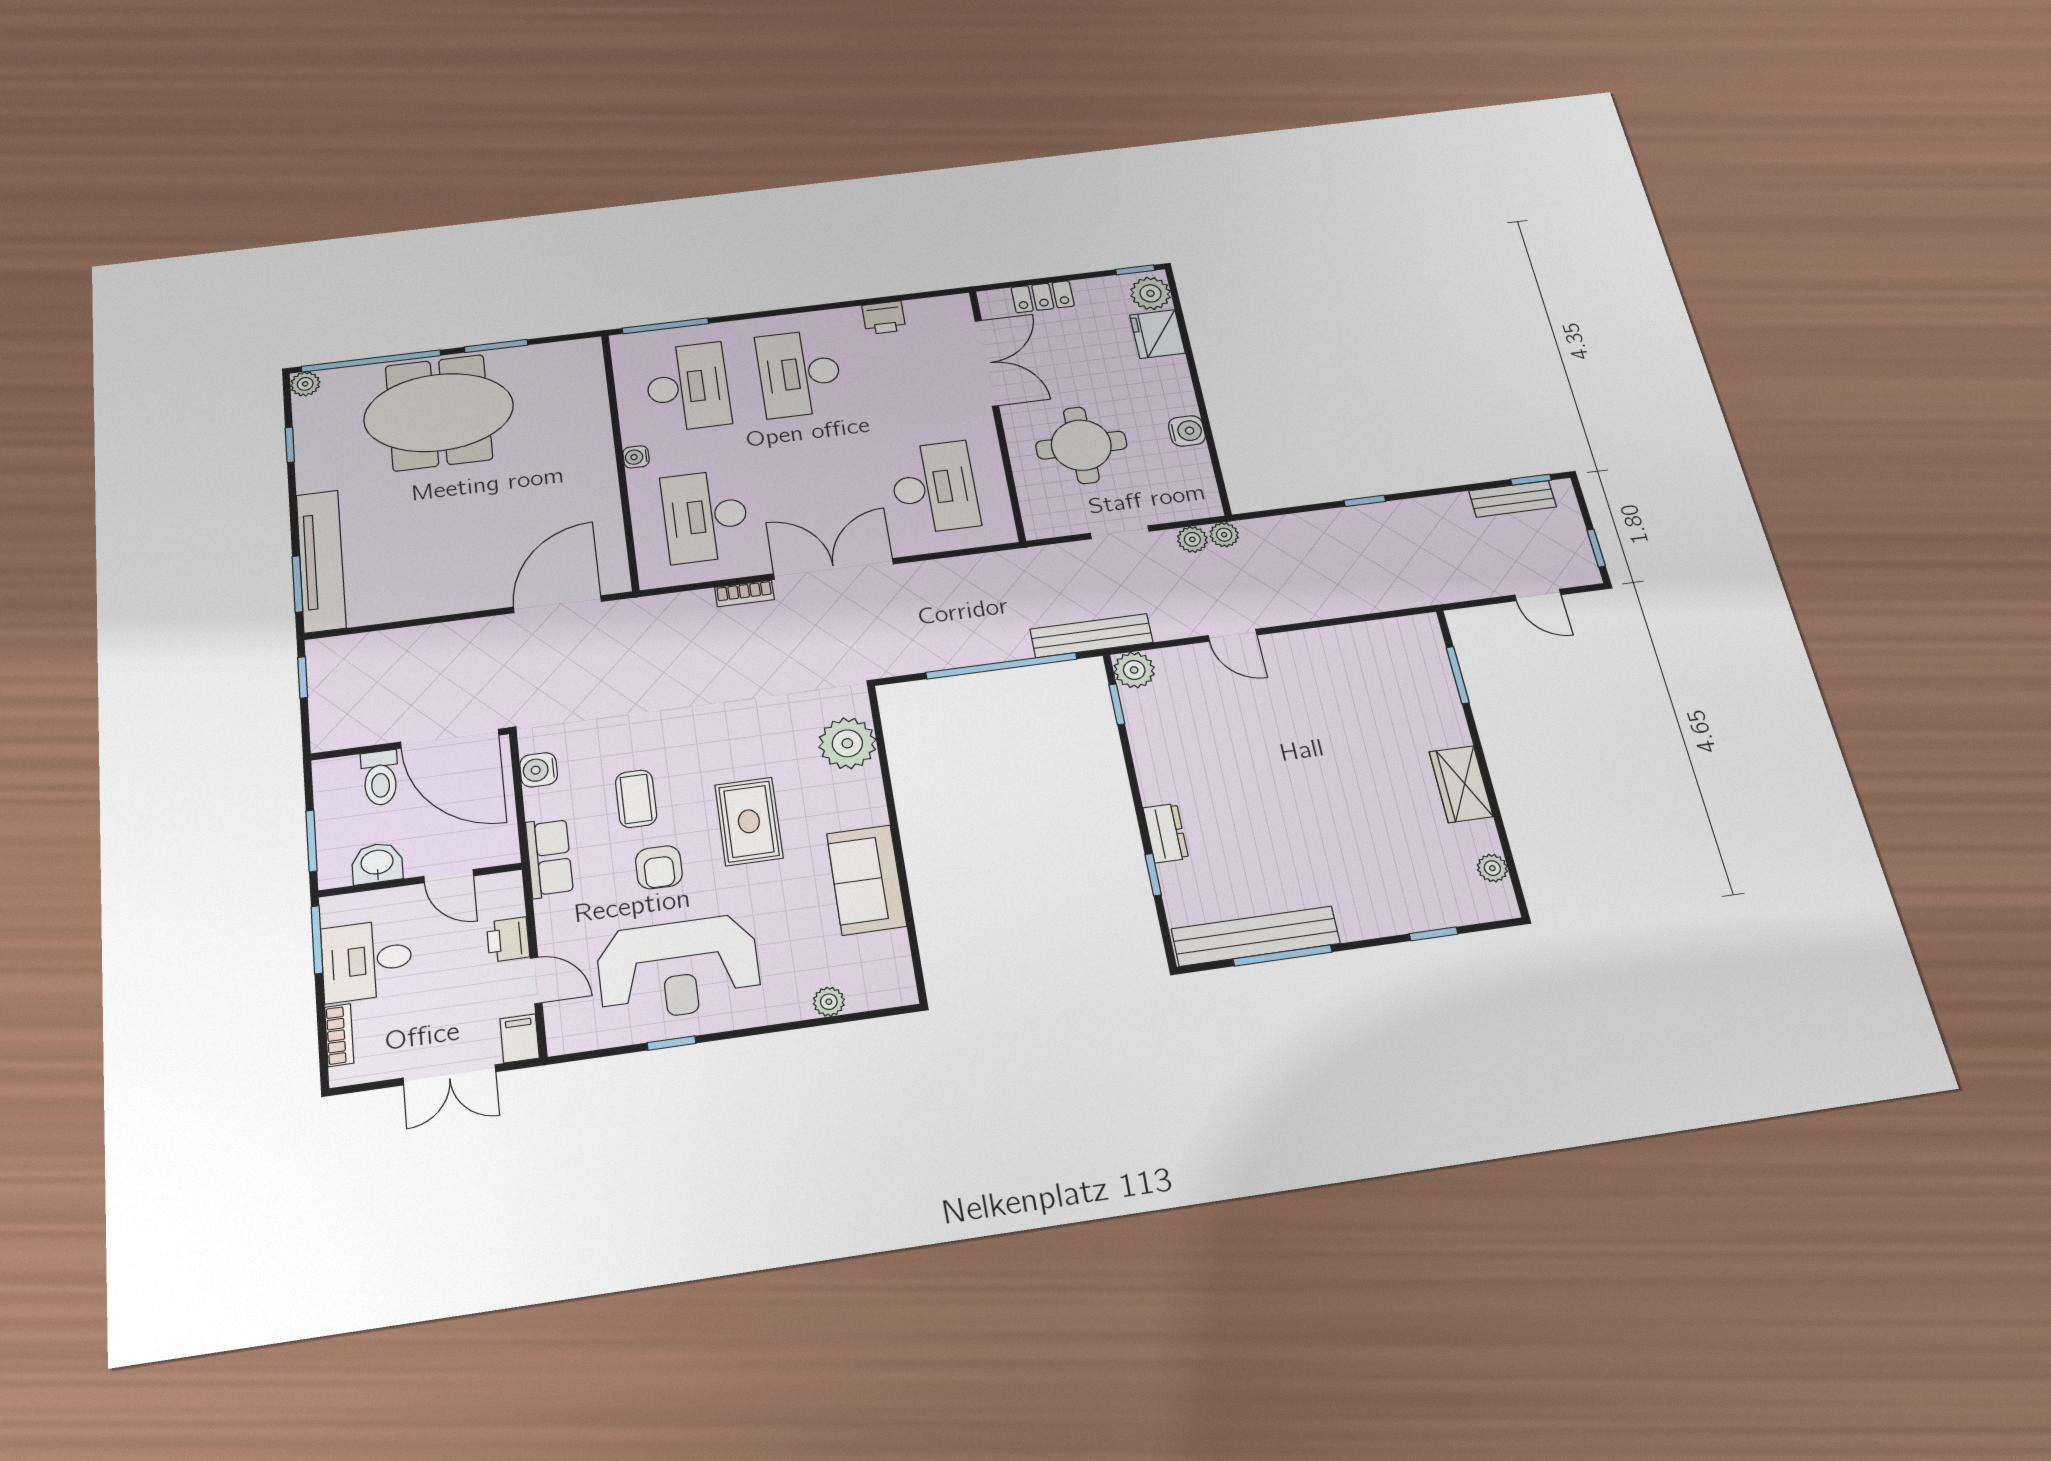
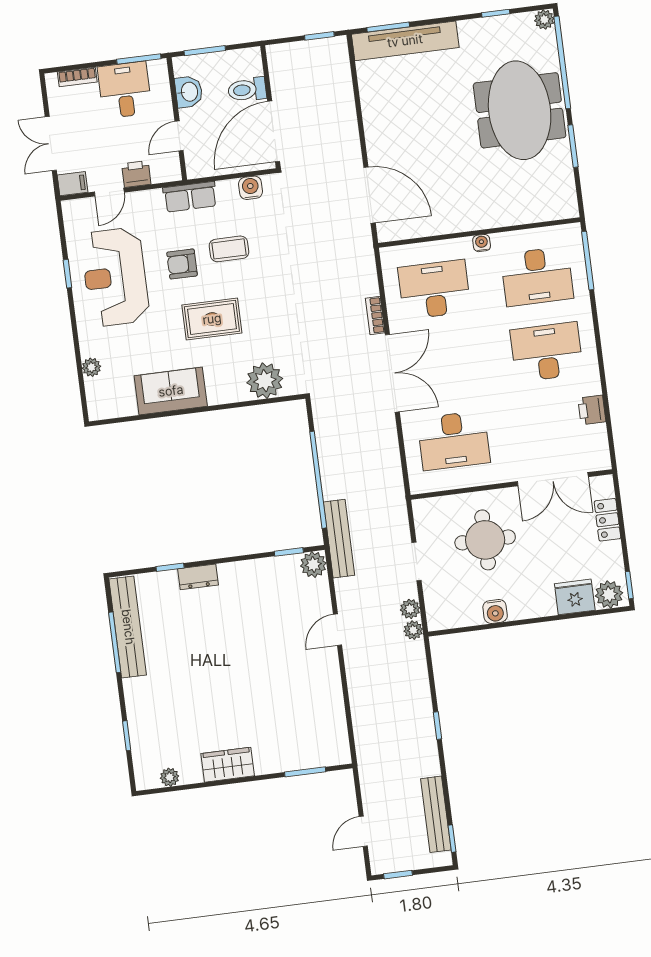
bench: (1512, 499) -> (436, 814), width x1.36

